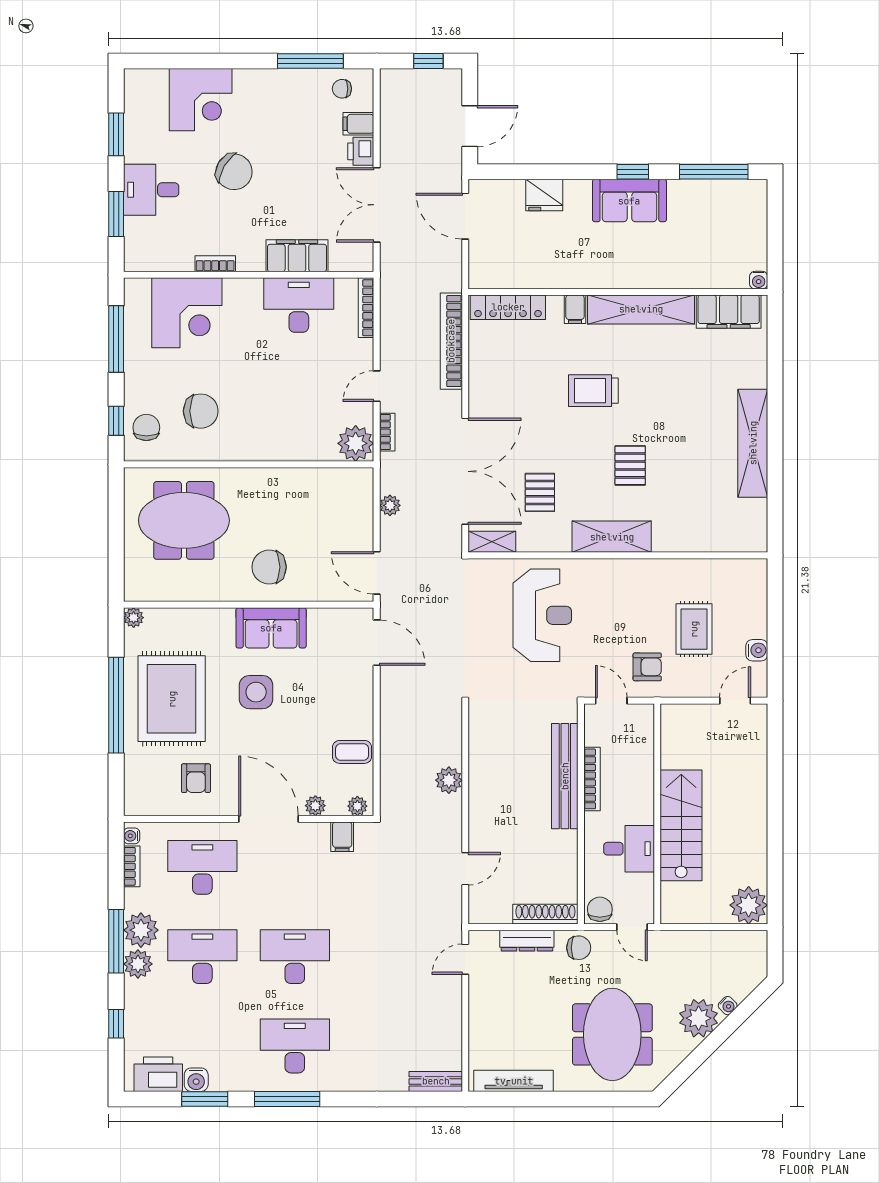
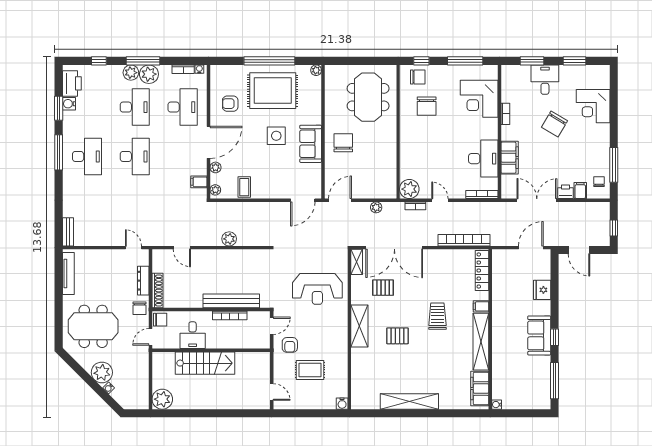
water cooler: (757, 650) -> (342, 404), moved

